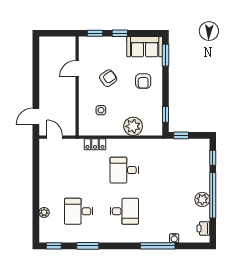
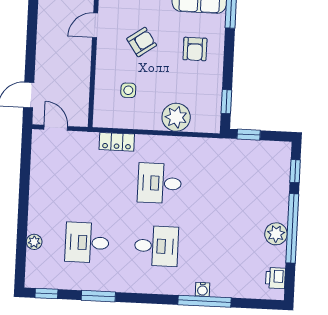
water cooler: (174, 238) -> (202, 289), moved

